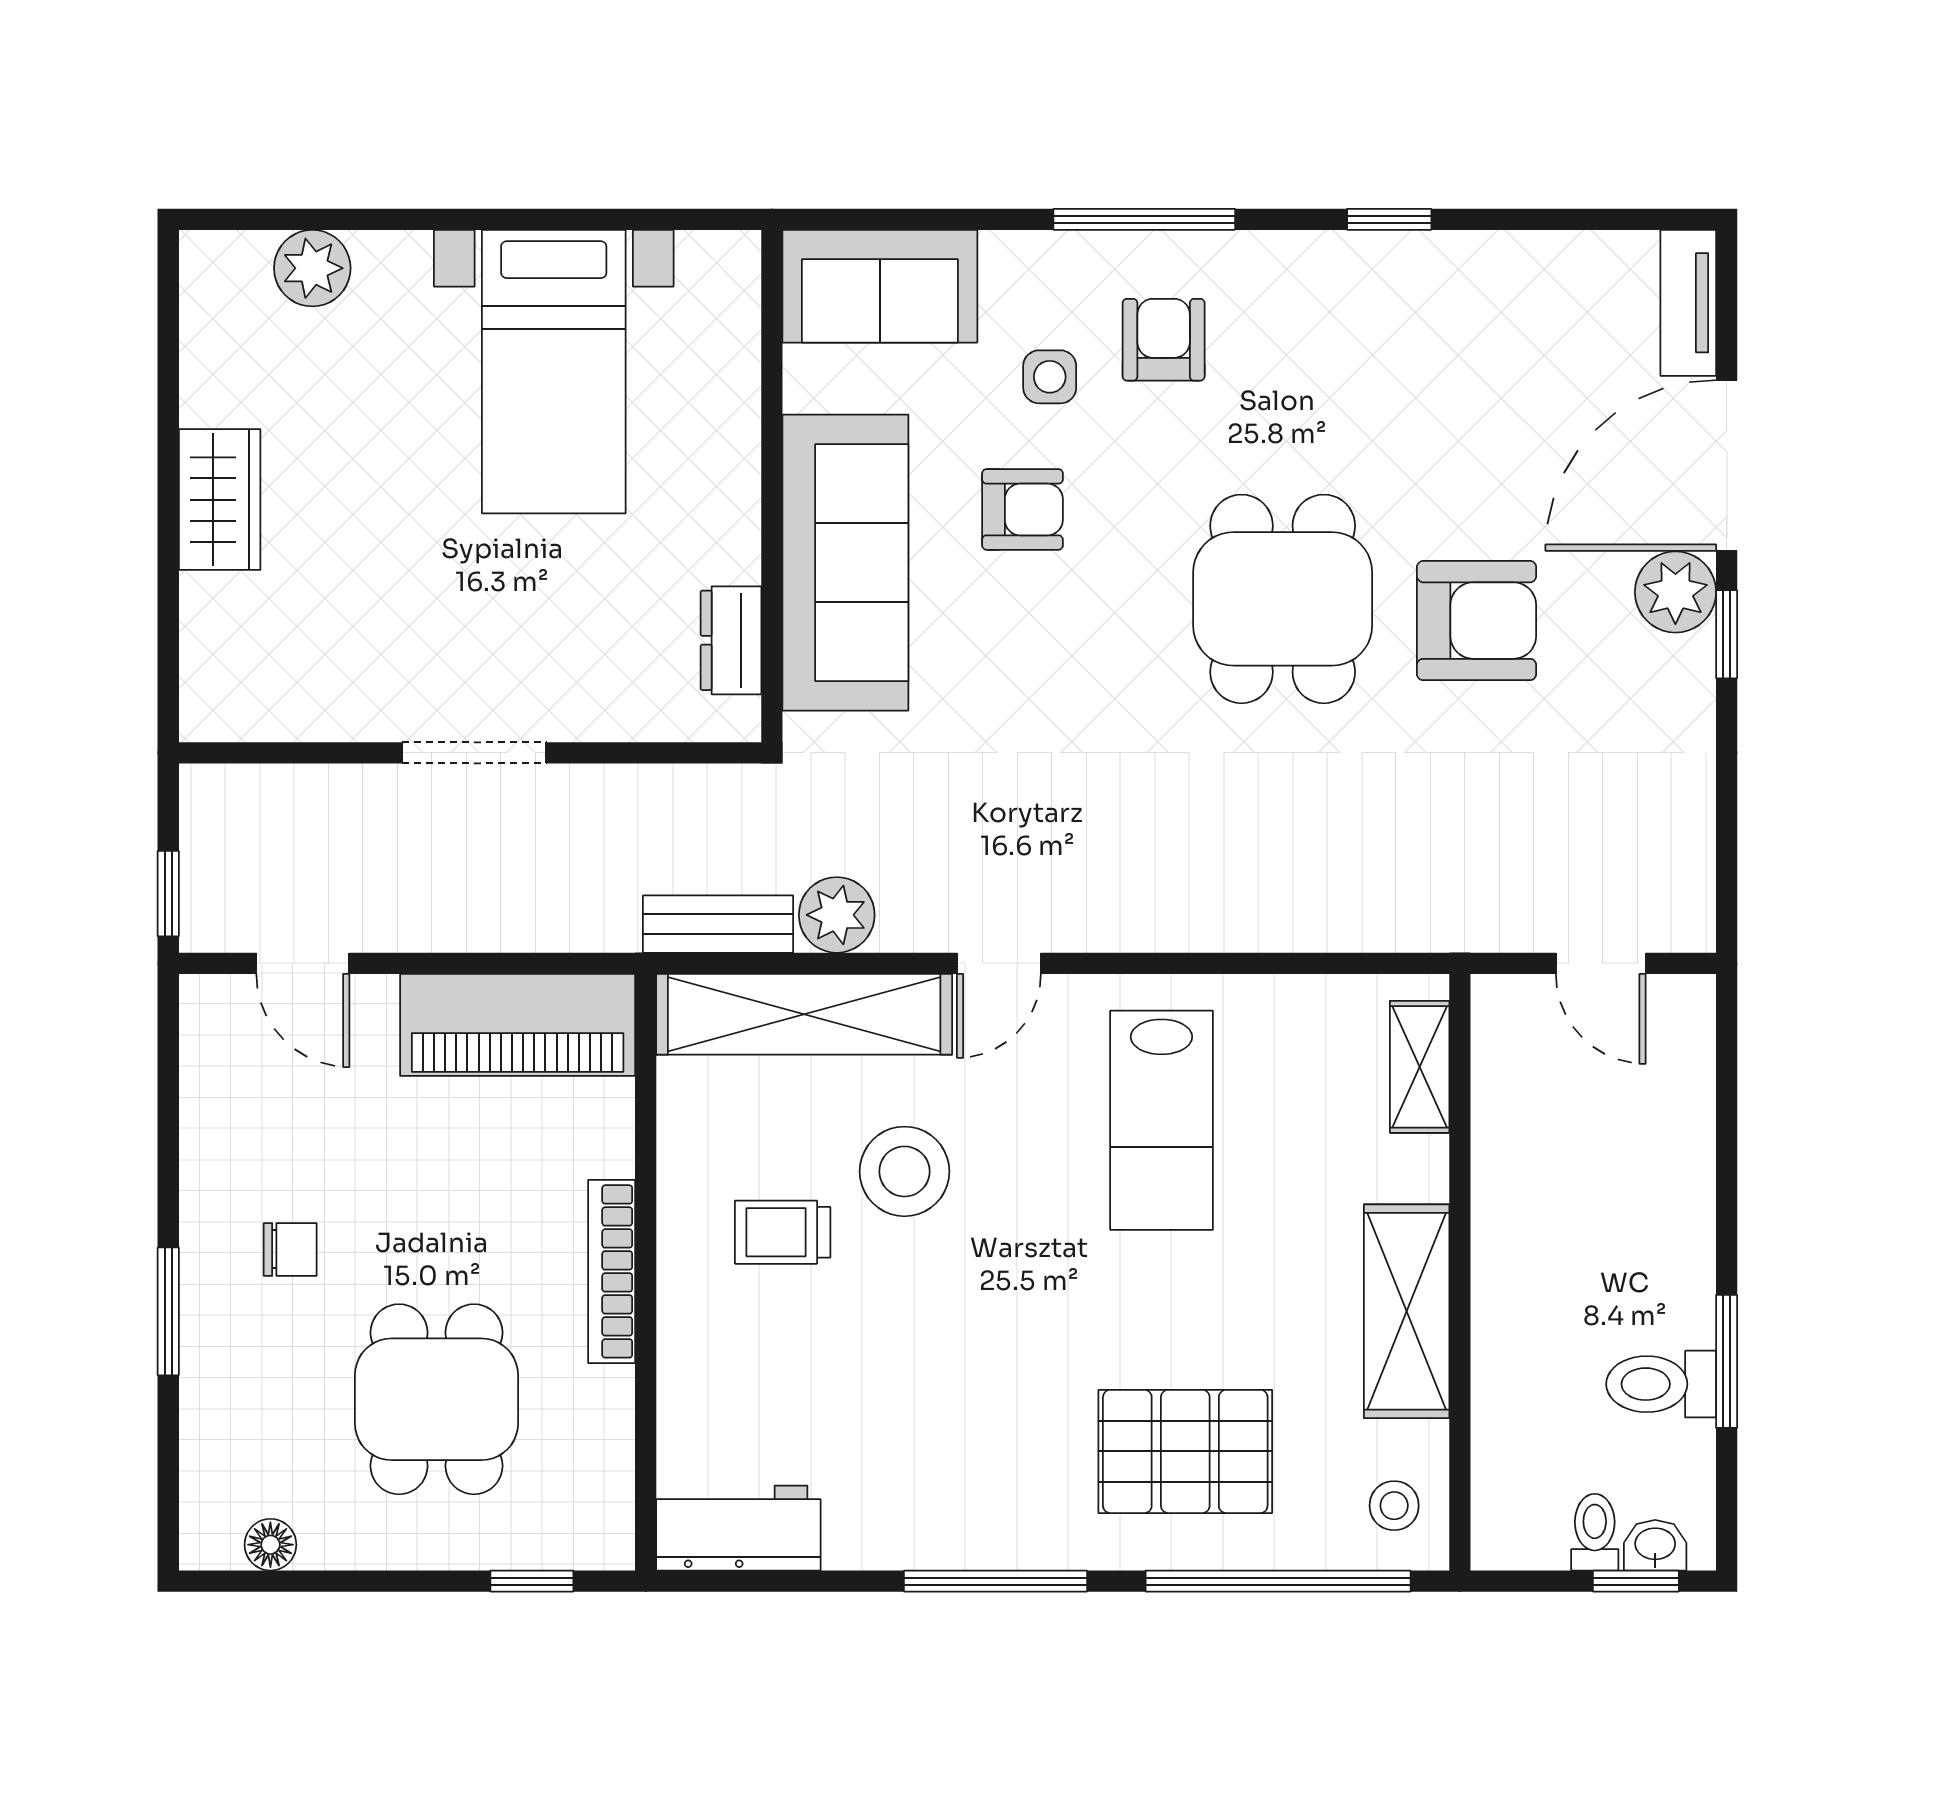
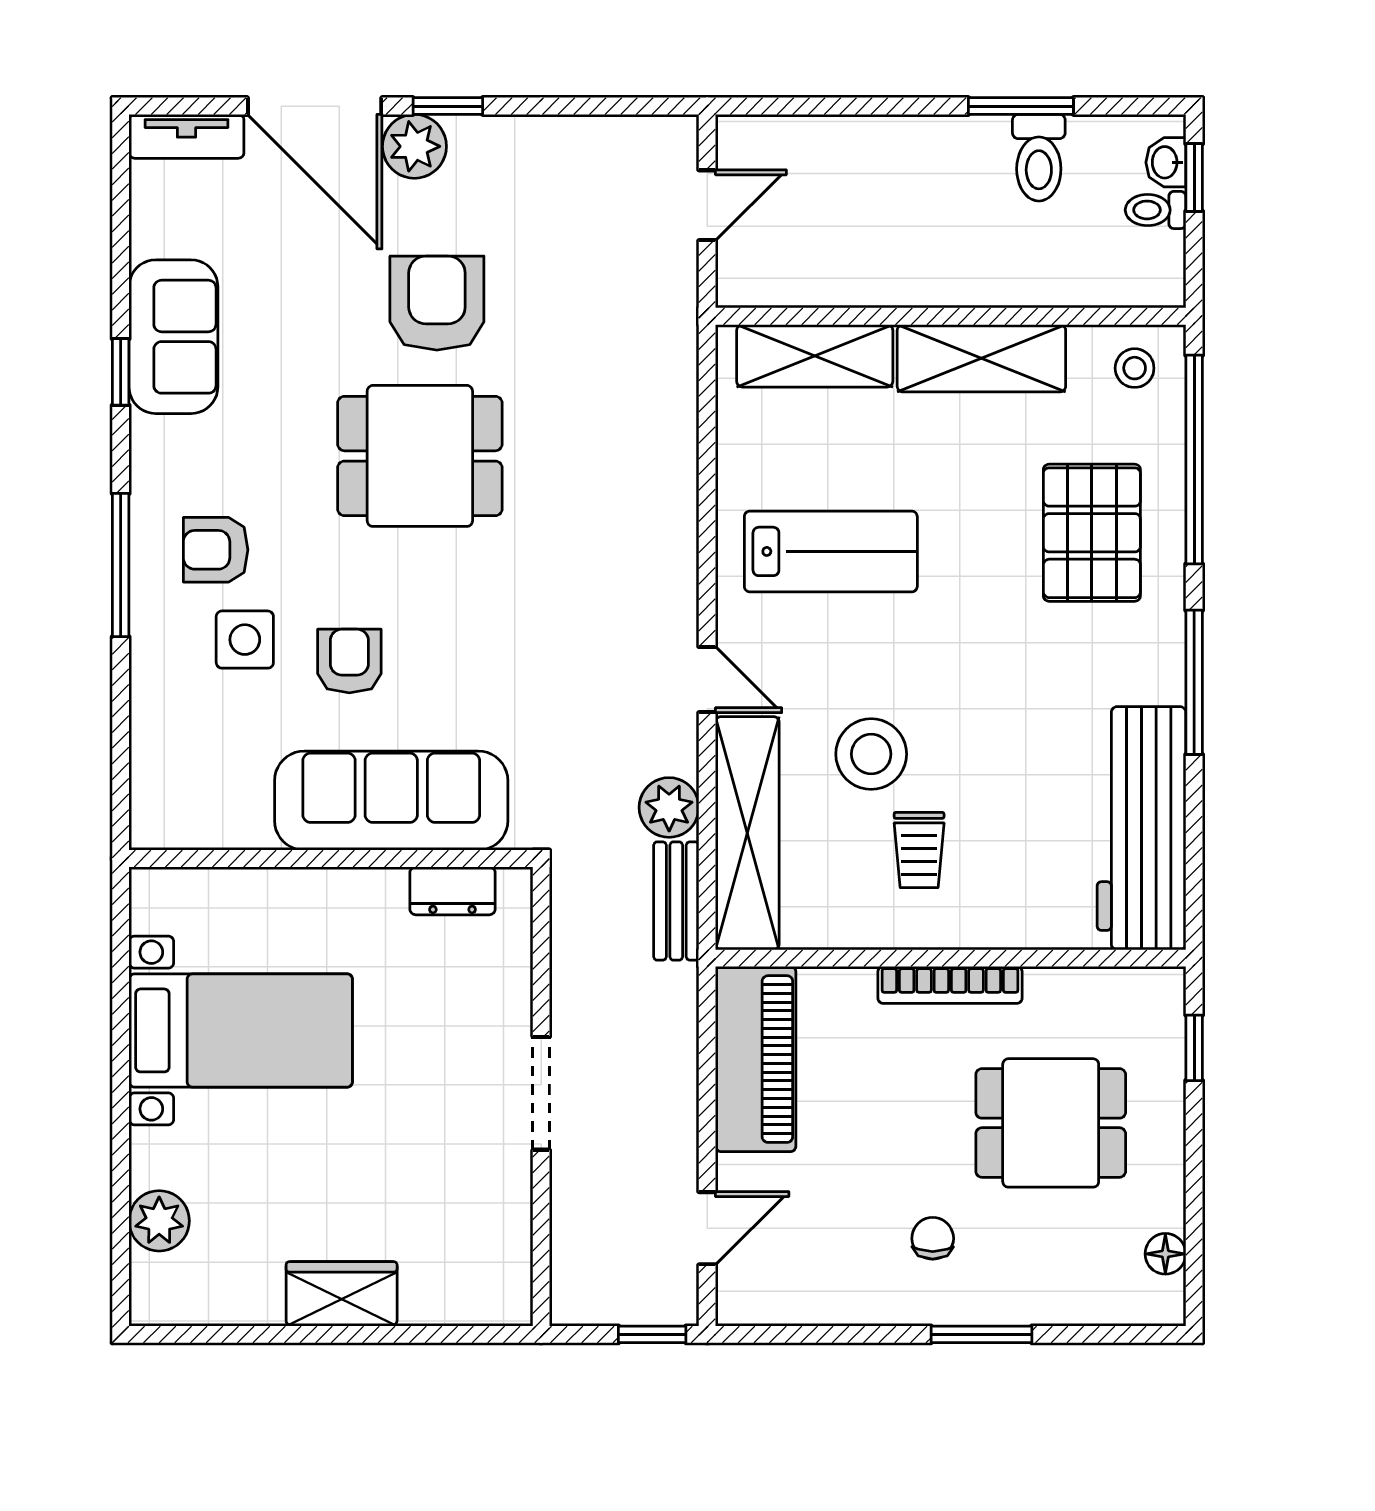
sofa: (880, 286) -> (173, 337), moved
side table: (1050, 377) -> (245, 640), width x1.37, depth x1.37
shelving: (1420, 1067) -> (815, 356), width x1.50, depth x1.33
workbench: (738, 1528) -> (1141, 828), width x1.88, depth x1.32

